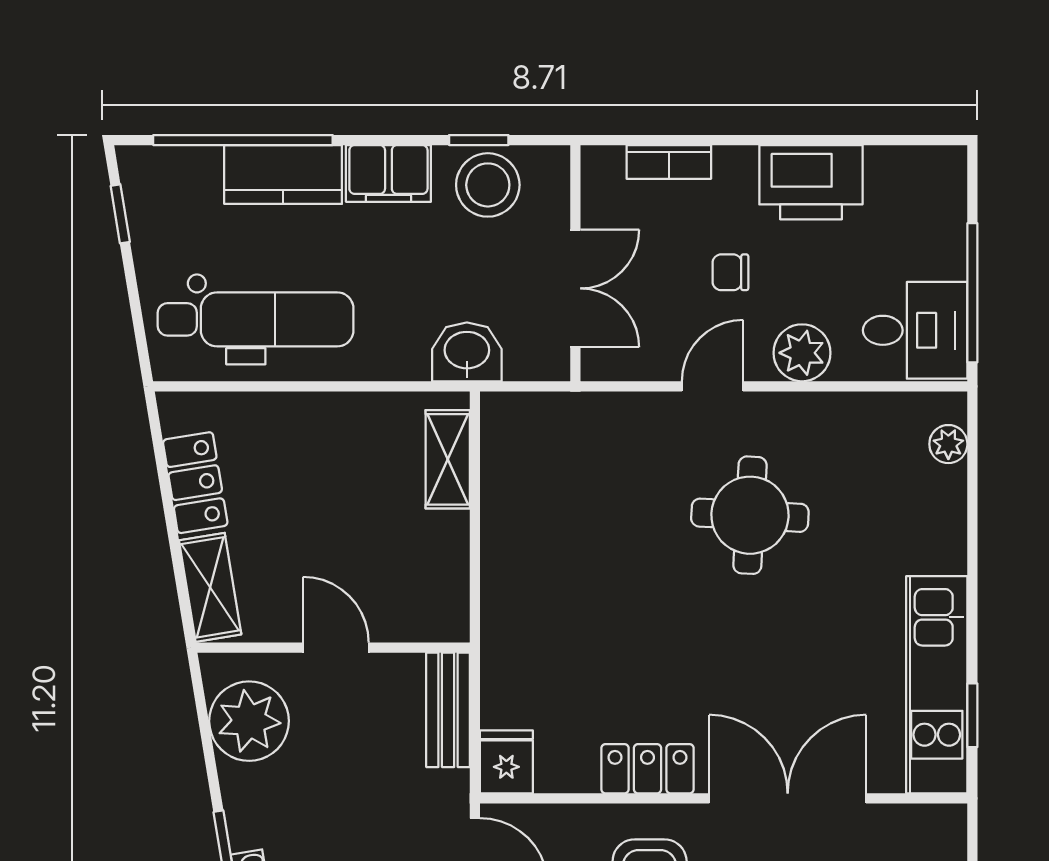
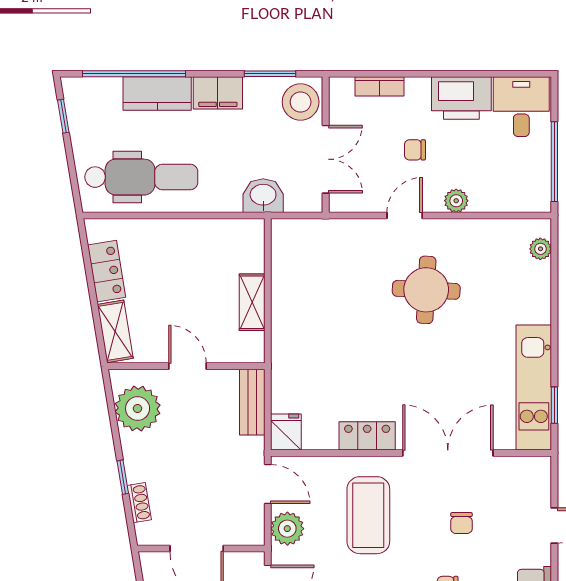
window: (479, 140) -> (270, 74), width x1.50
stool: (488, 185) -> (301, 102), moved
desk: (915, 330) -> (521, 107), moved, turned -90
plant: (802, 353) -> (456, 201), width x0.73, depth x0.73
shelving: (448, 459) -> (252, 302), moved

